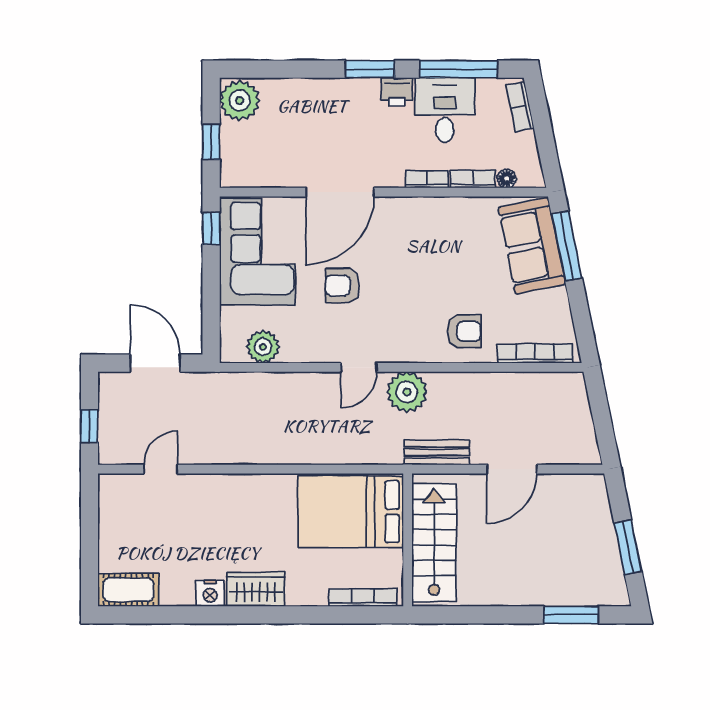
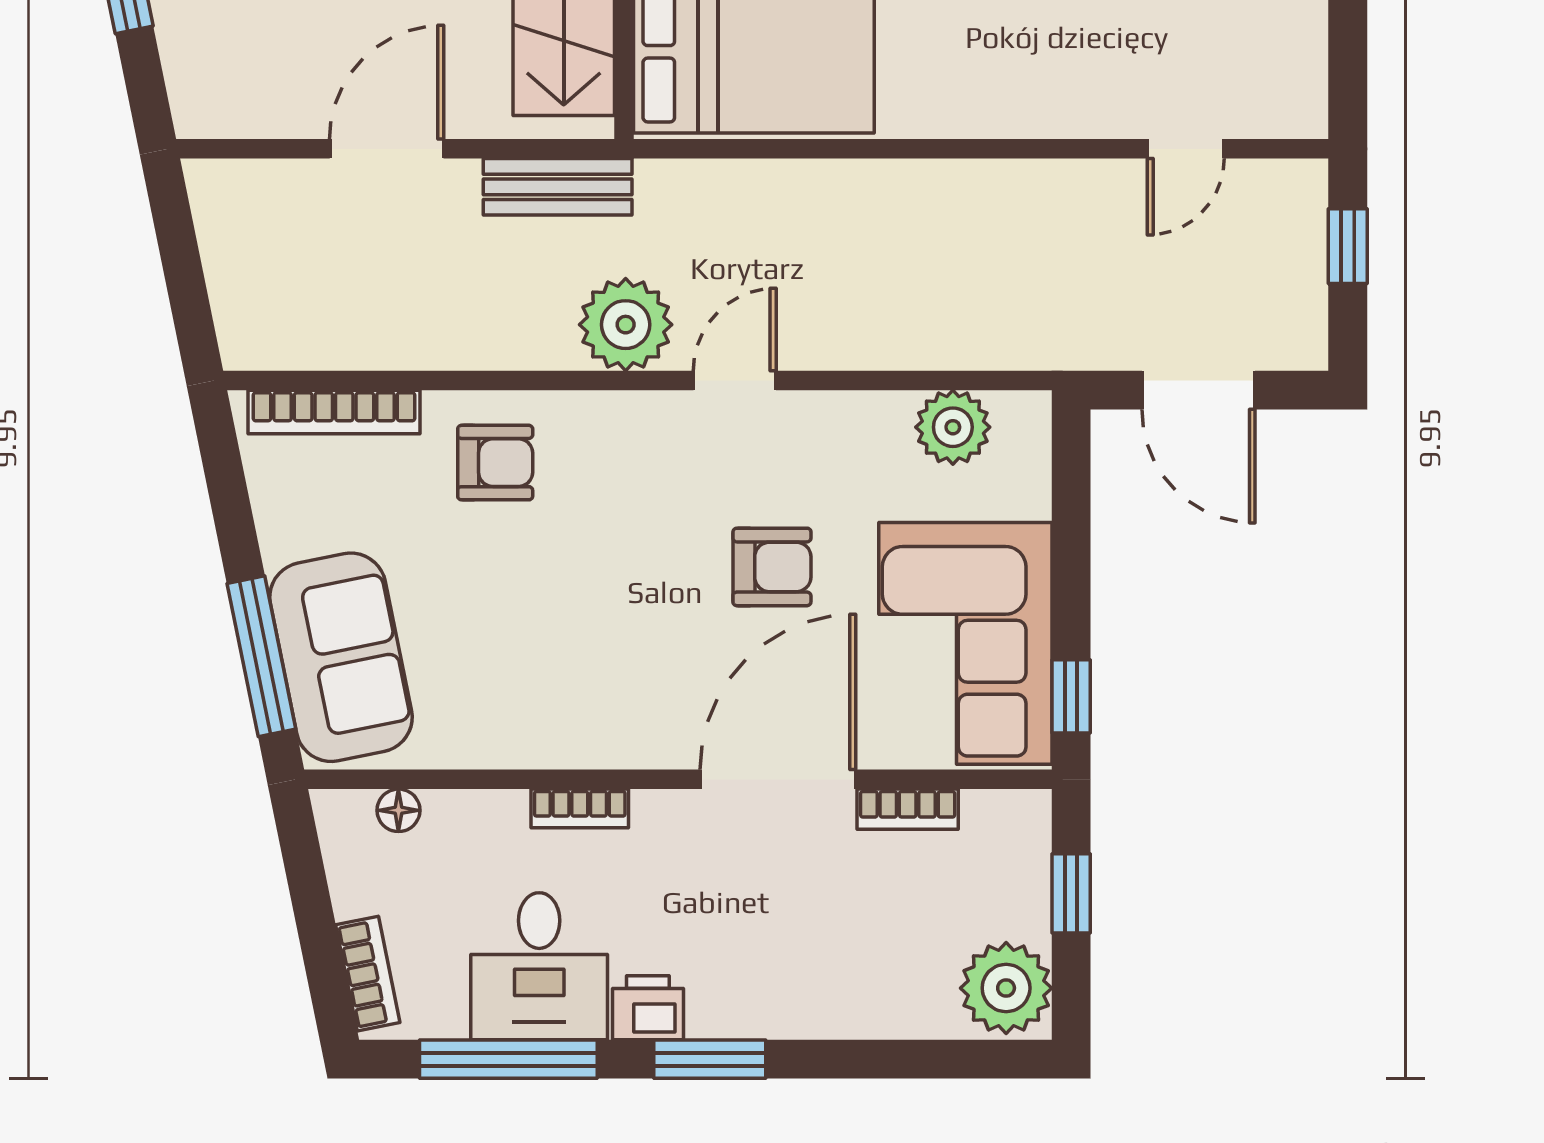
bookcase: (473, 179) -> (908, 809), moved
armchair: (464, 331) -> (495, 463), turned 180

